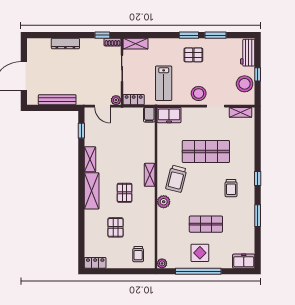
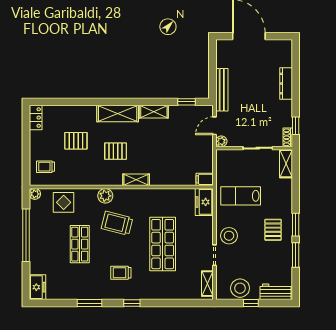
bench: (57, 100) -> (222, 90), moved
locker: (134, 100) -> (222, 162), removed
trolley: (176, 179) -> (117, 223), moved
display table: (200, 253) -> (64, 202), moved

